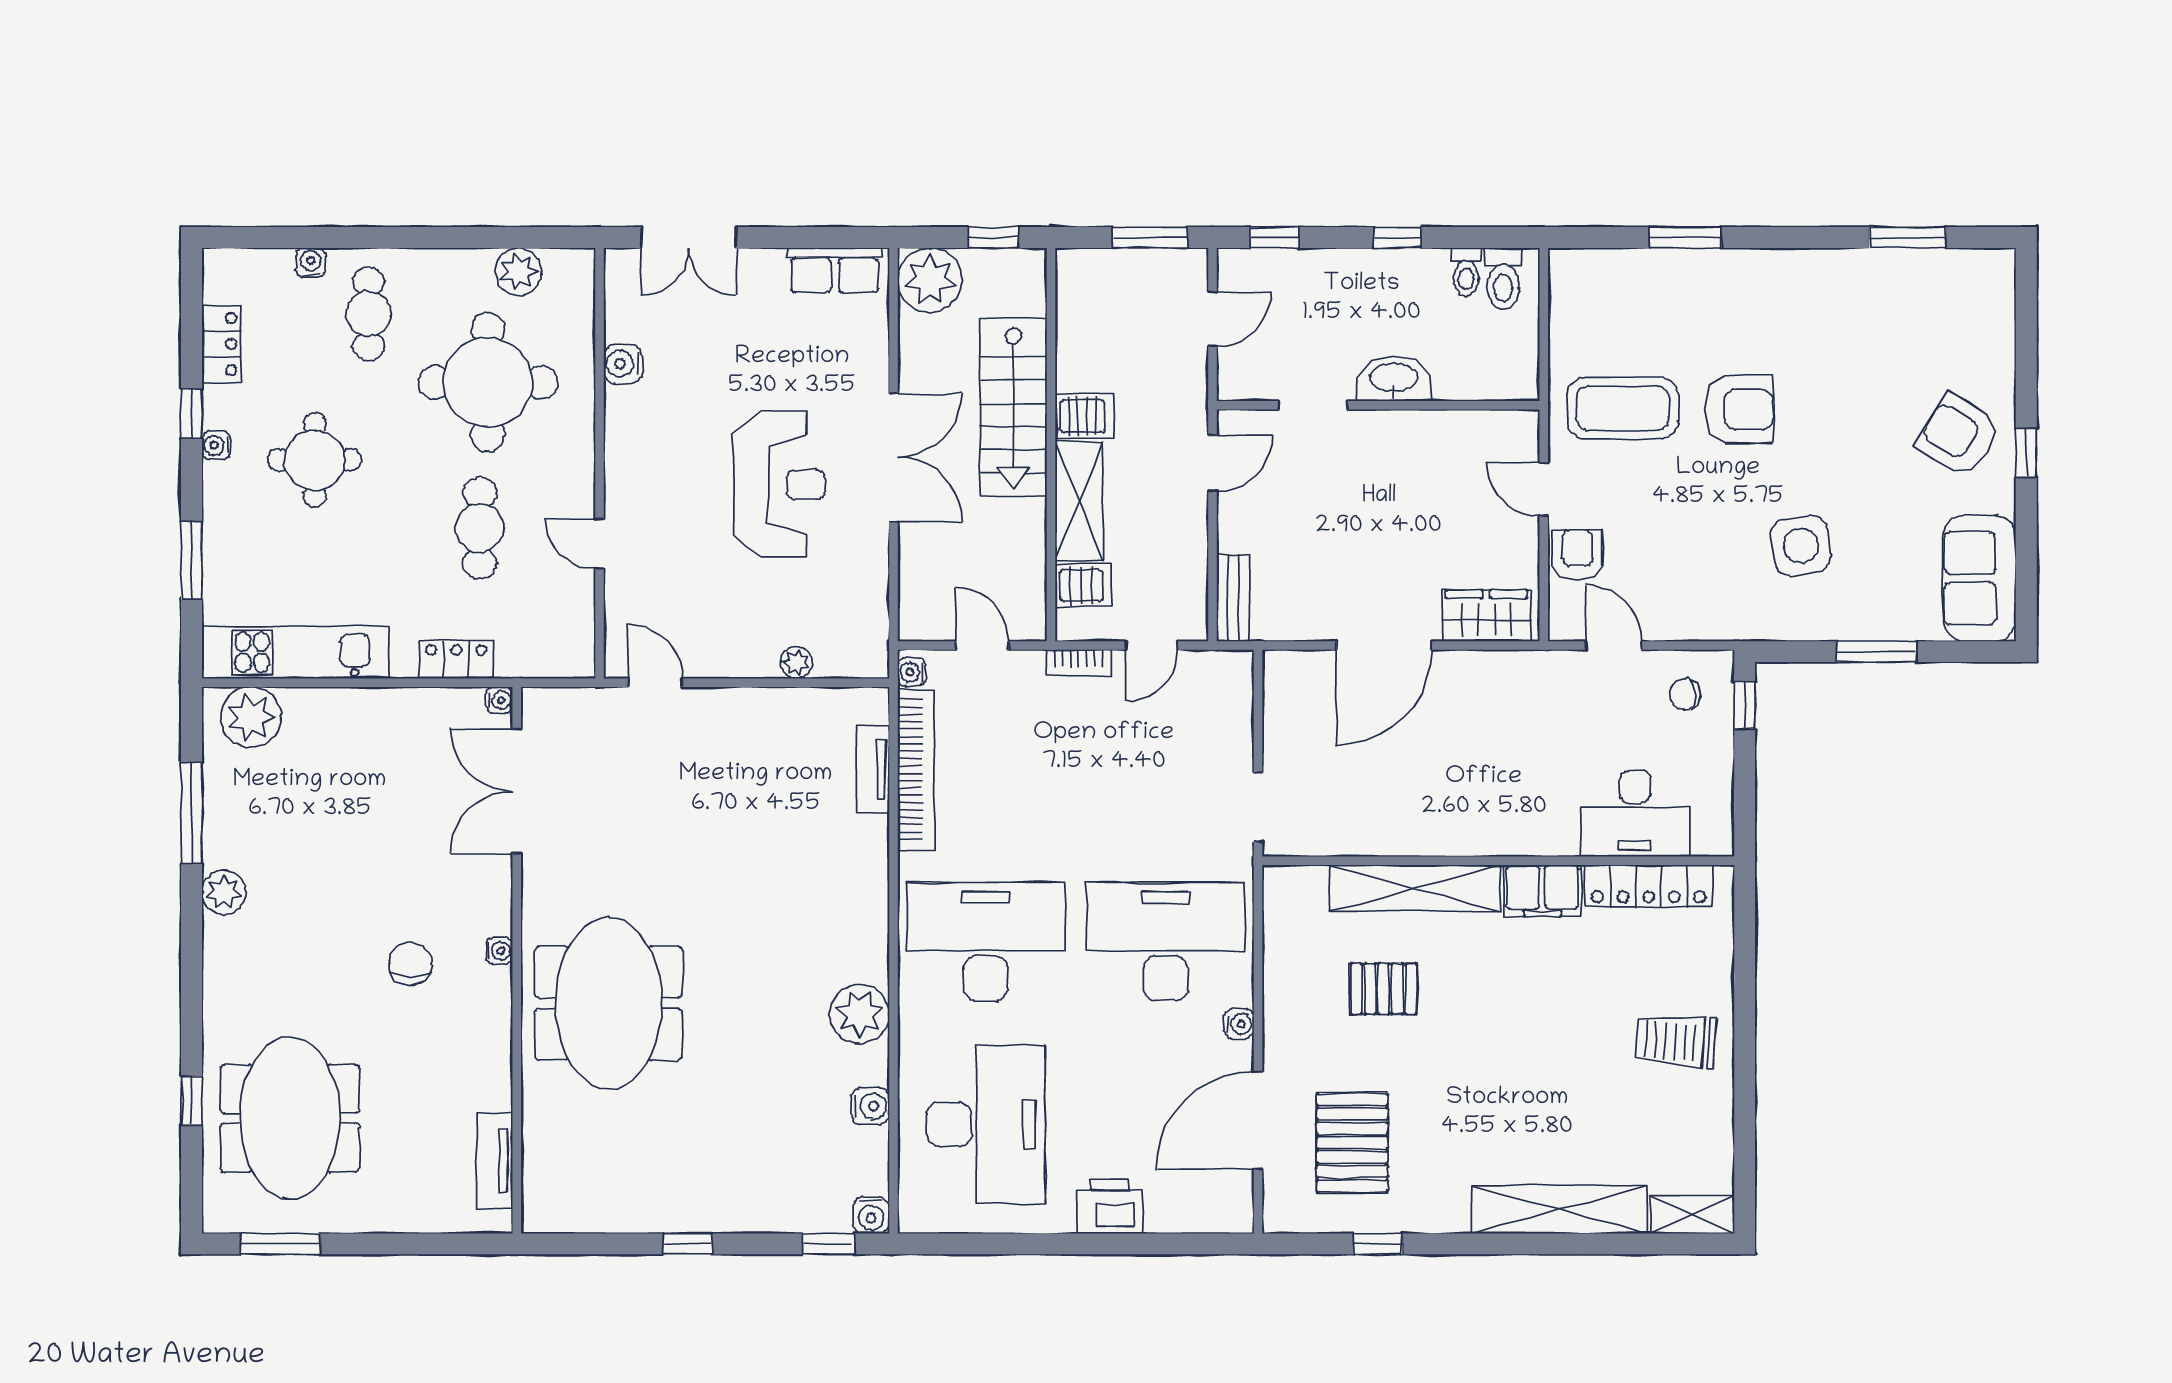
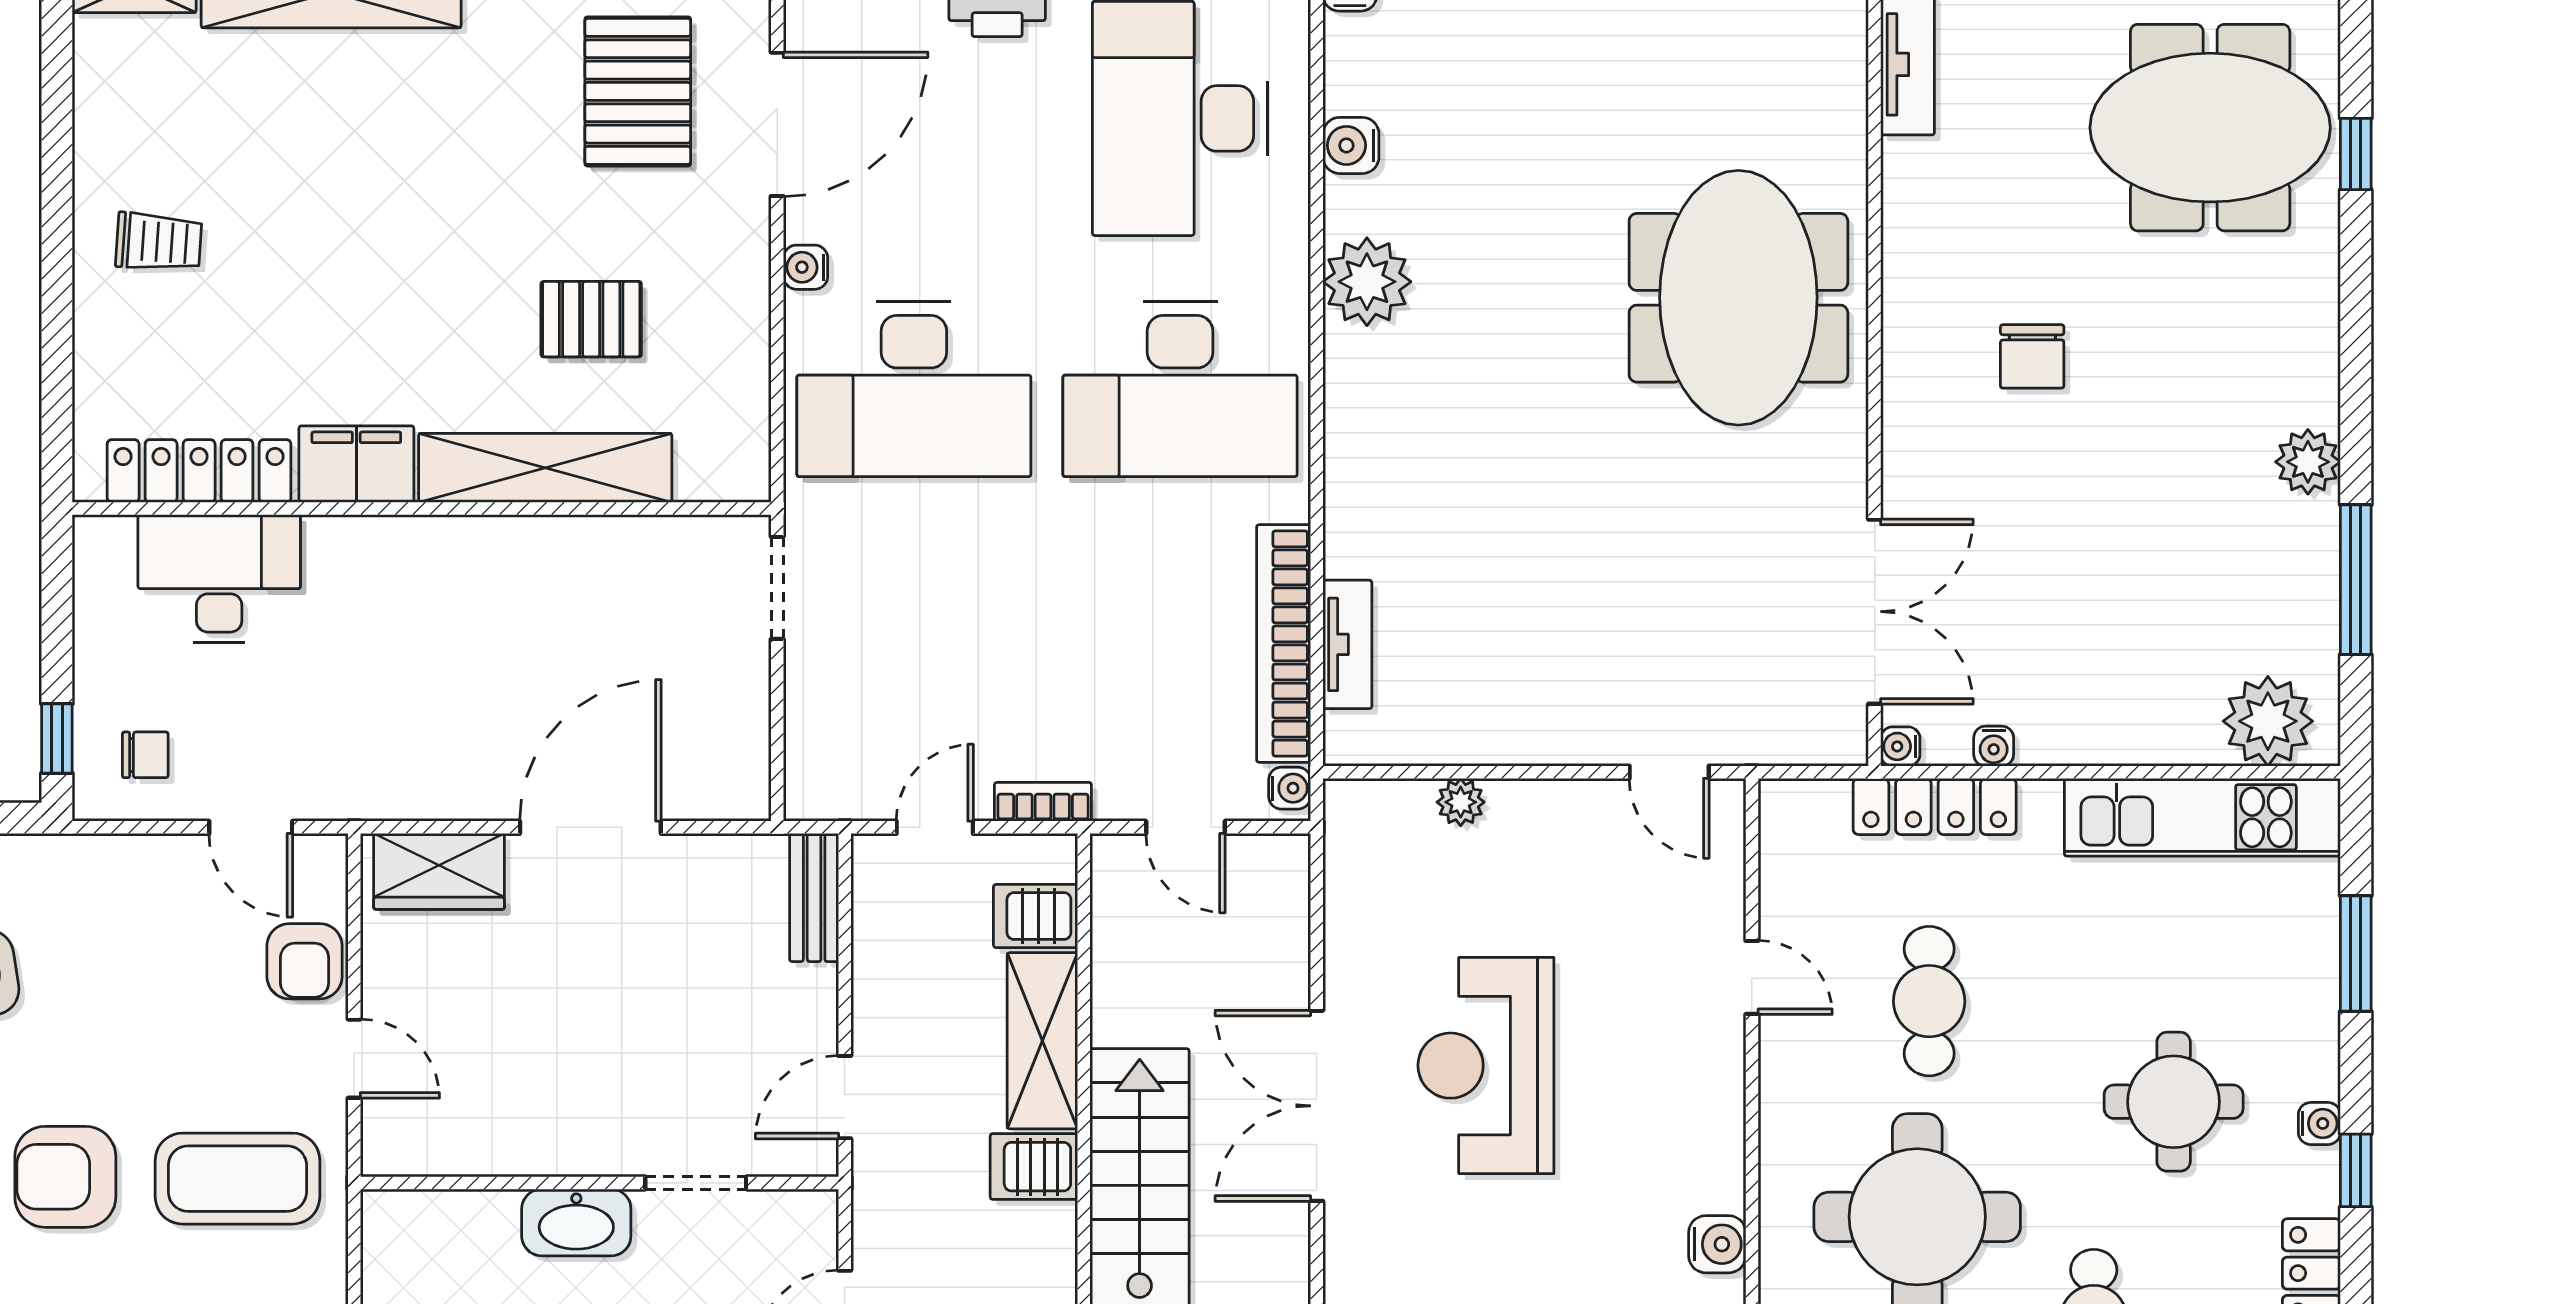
locker: (456, 660) -> (1935, 806), width x1.53
water cooler: (499, 951) -> (1994, 746), moved, turned -90
trolley: (1676, 1041) -> (159, 242), width x0.73, depth x0.72
meeting table: (290, 1118) -> (2210, 128), turned 90

